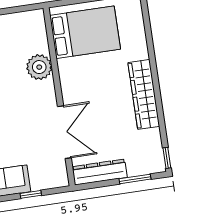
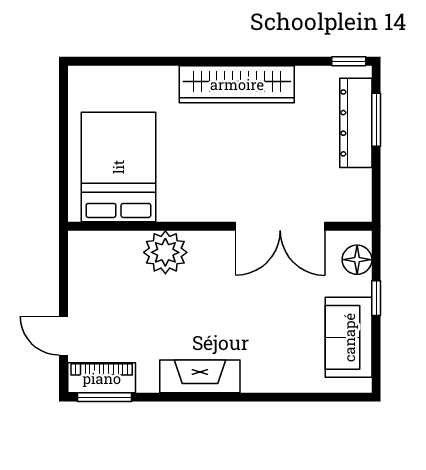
double door: (64, 132) -> (280, 226), swing flipped
dresser: (100, 172) -> (356, 123), moved
floor lamp: (51, 180) -> (357, 260), added

